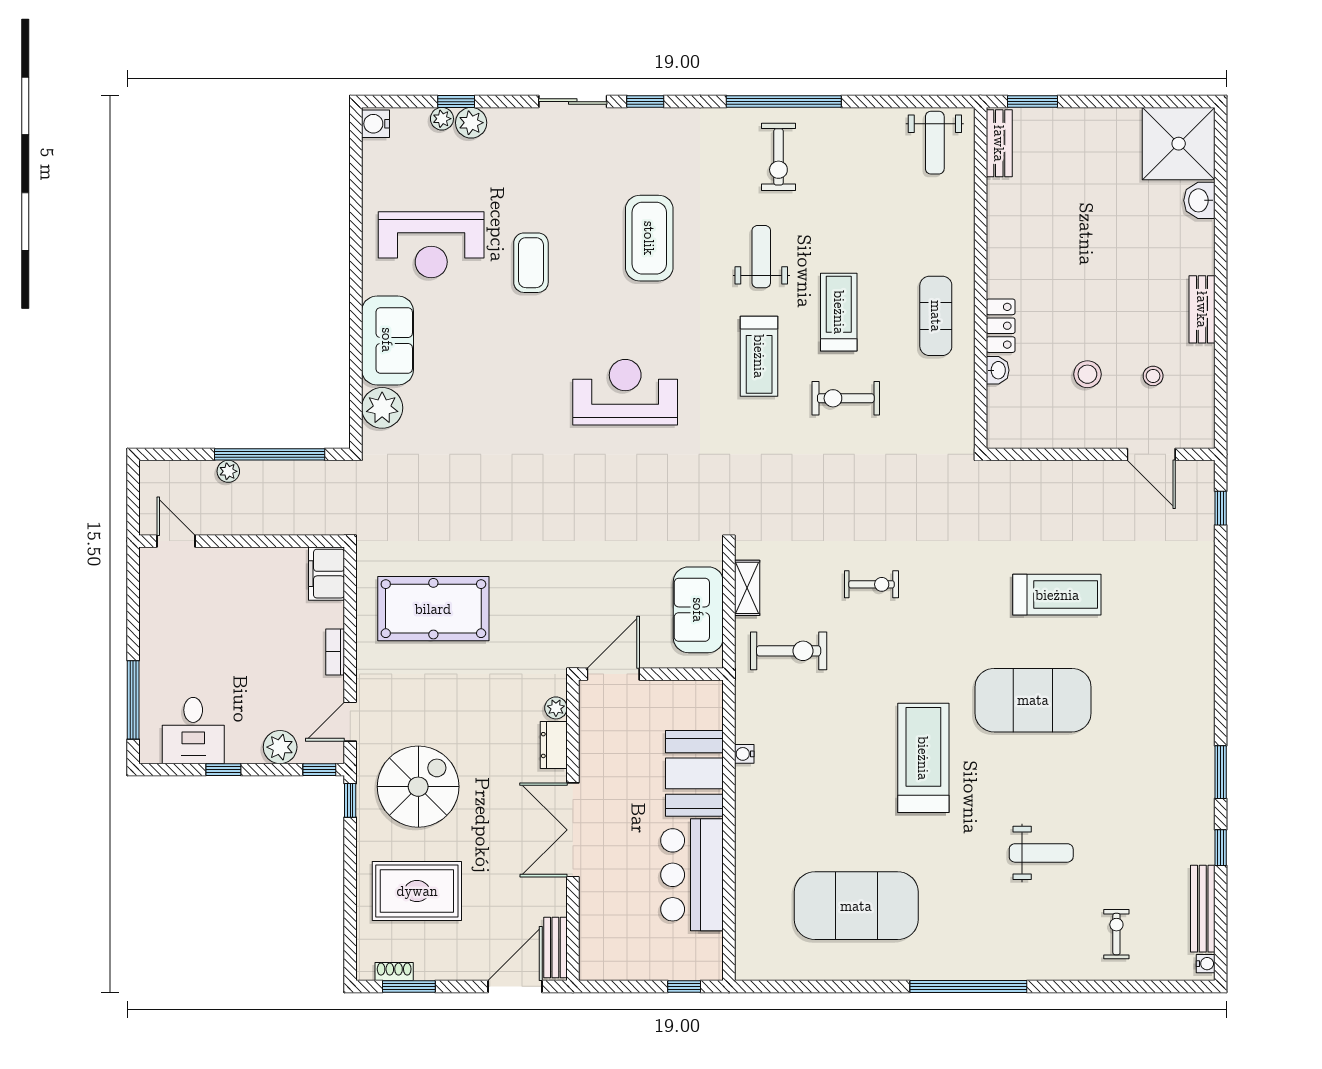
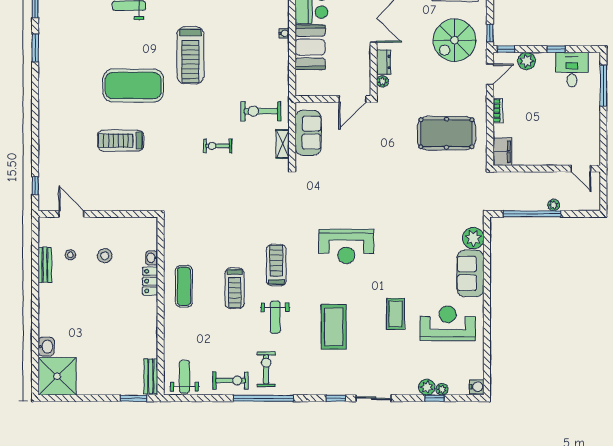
bench: (1202, 309) -> (45, 265), moved
exercise bike: (846, 398) -> (231, 380), moved
water cooler: (744, 754) -> (284, 33), moved

